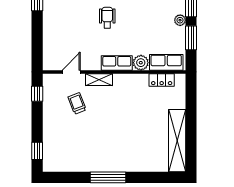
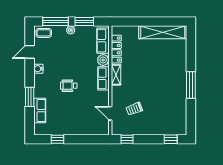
shelving: (99, 80) -> (116, 75), moved
locker: (162, 80) -> (116, 49), width x1.53

